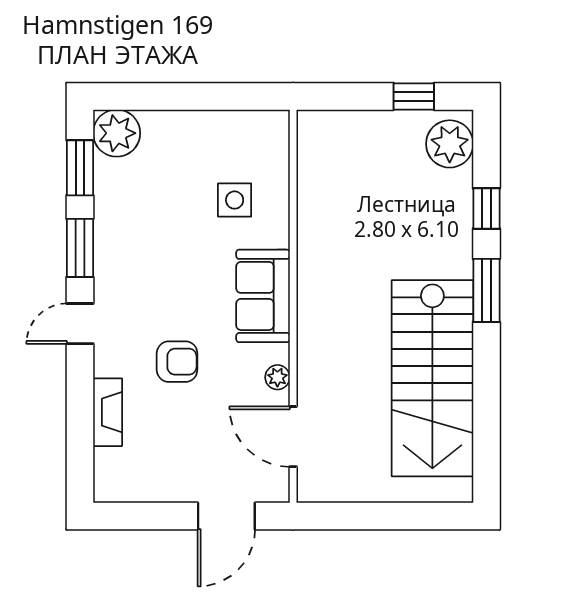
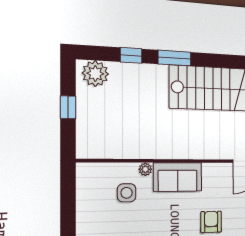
window: (414, 96) -> (68, 107), moved
plant: (277, 377) -> (145, 169), moved

